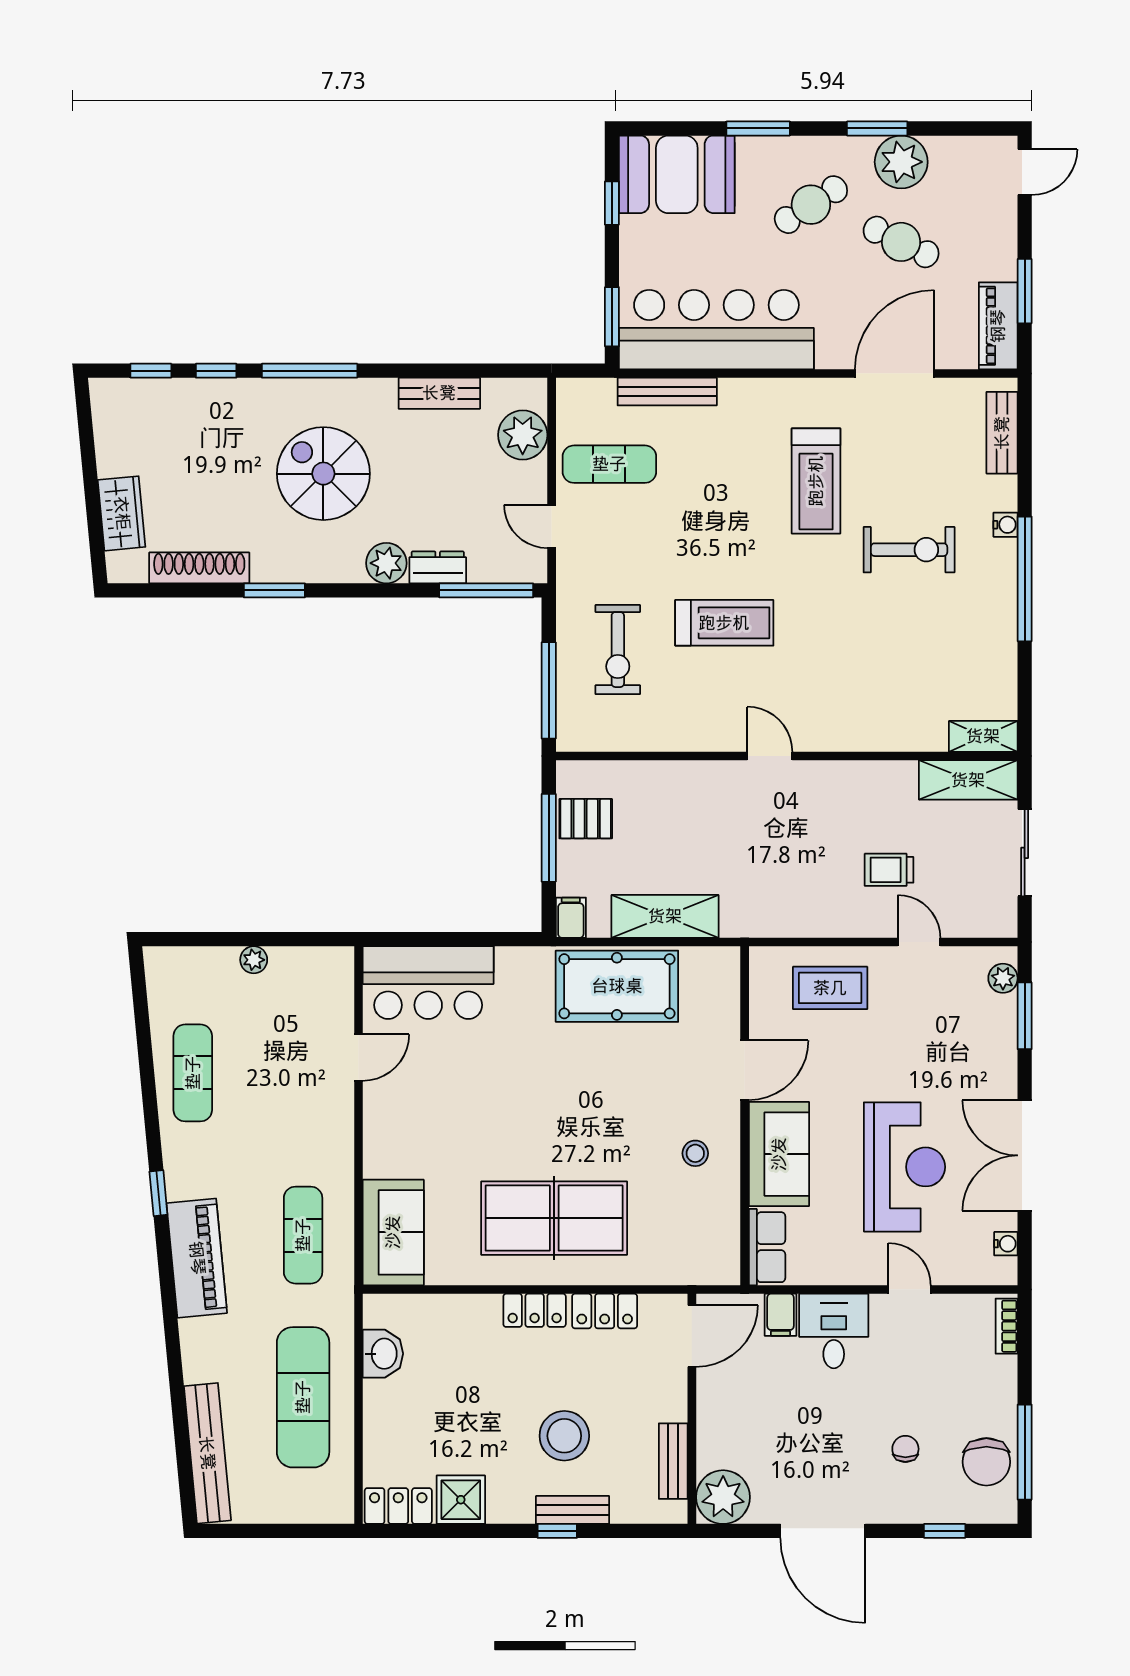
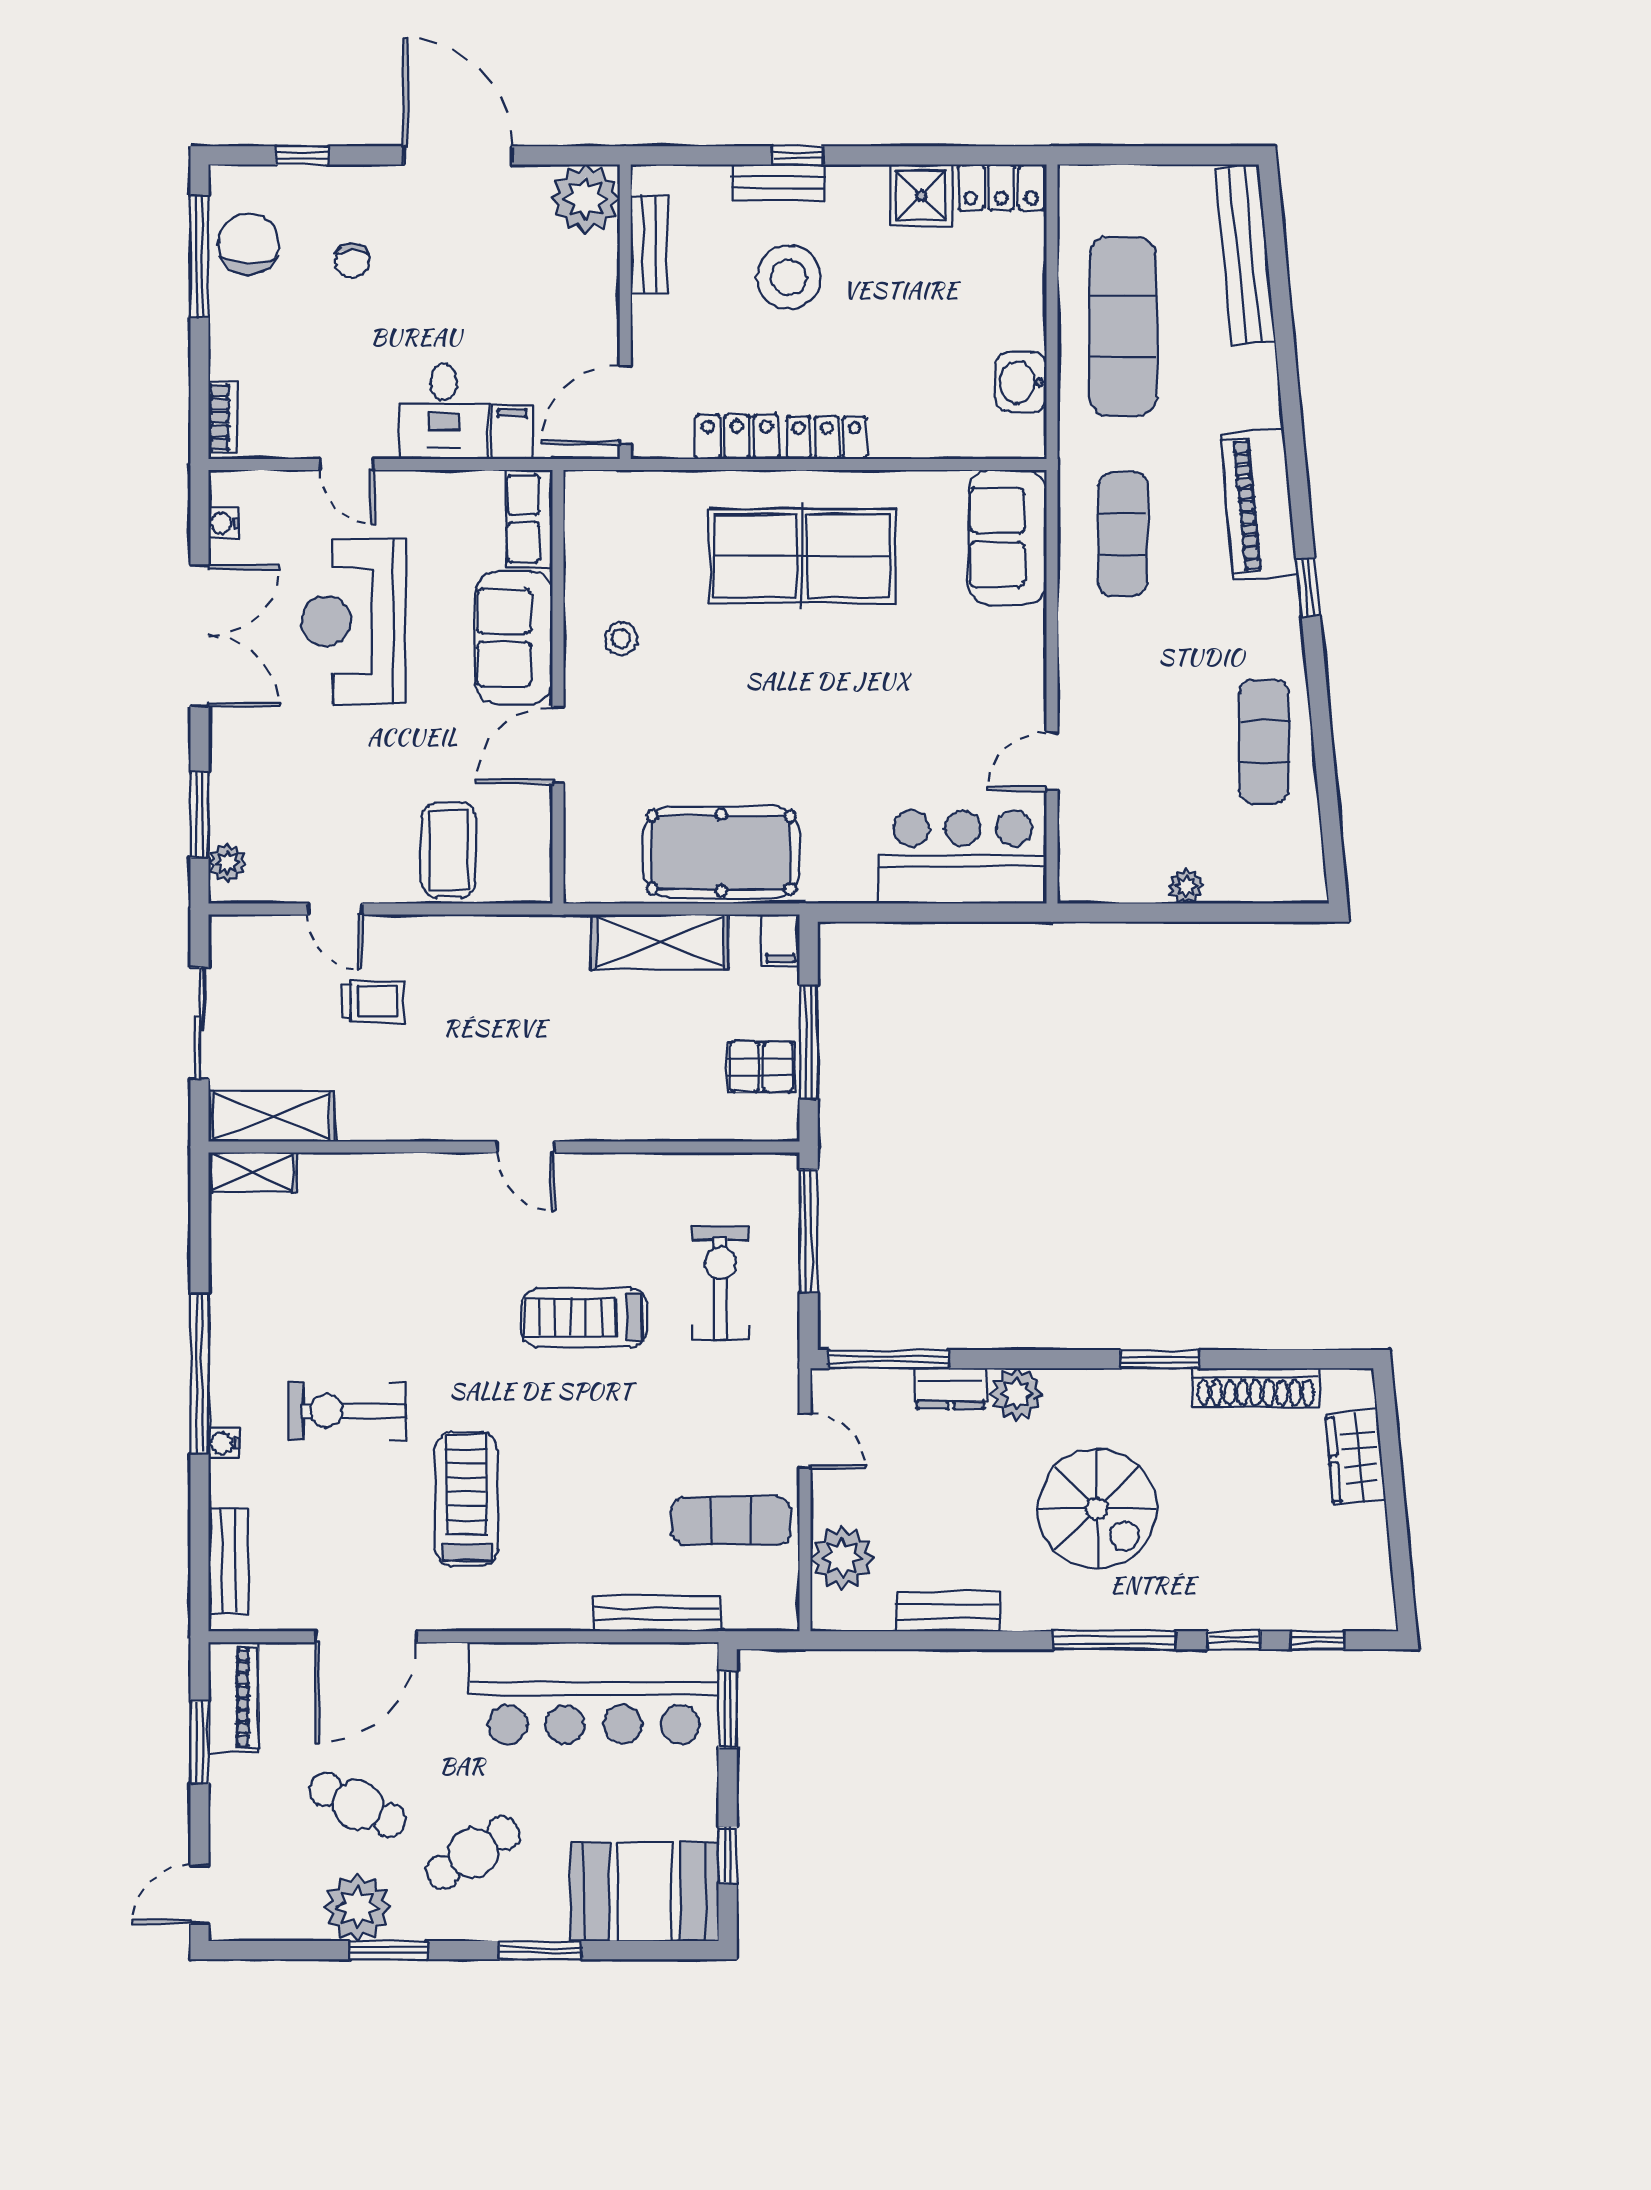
coffee table: (830, 988) -> (448, 850), turned 90

